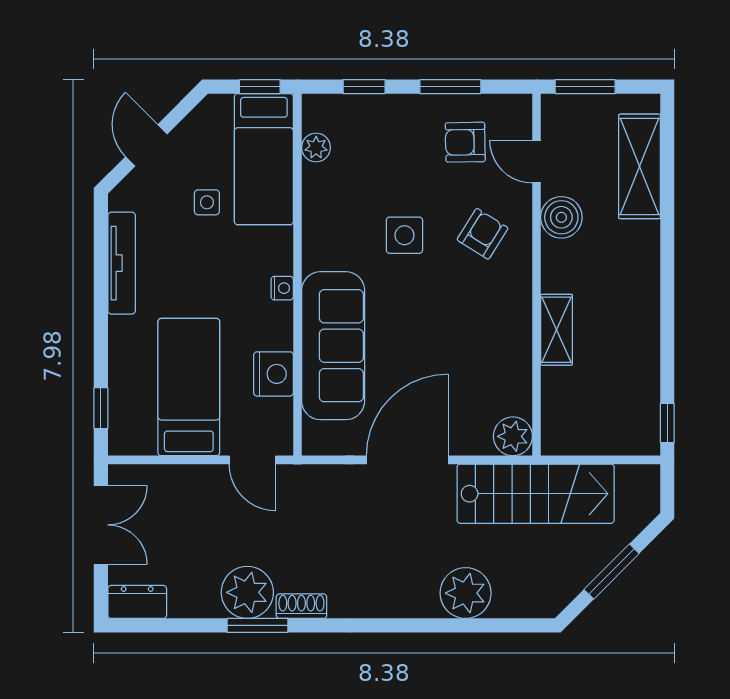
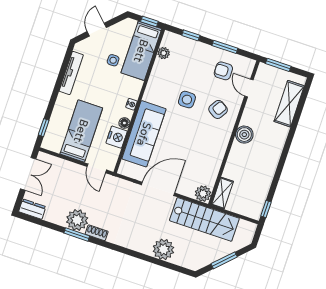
boiler: (561, 217) -> (244, 135), moved
shelving: (557, 330) -> (222, 193), moved
floor lamp: (280, 336) -> (124, 123), added

